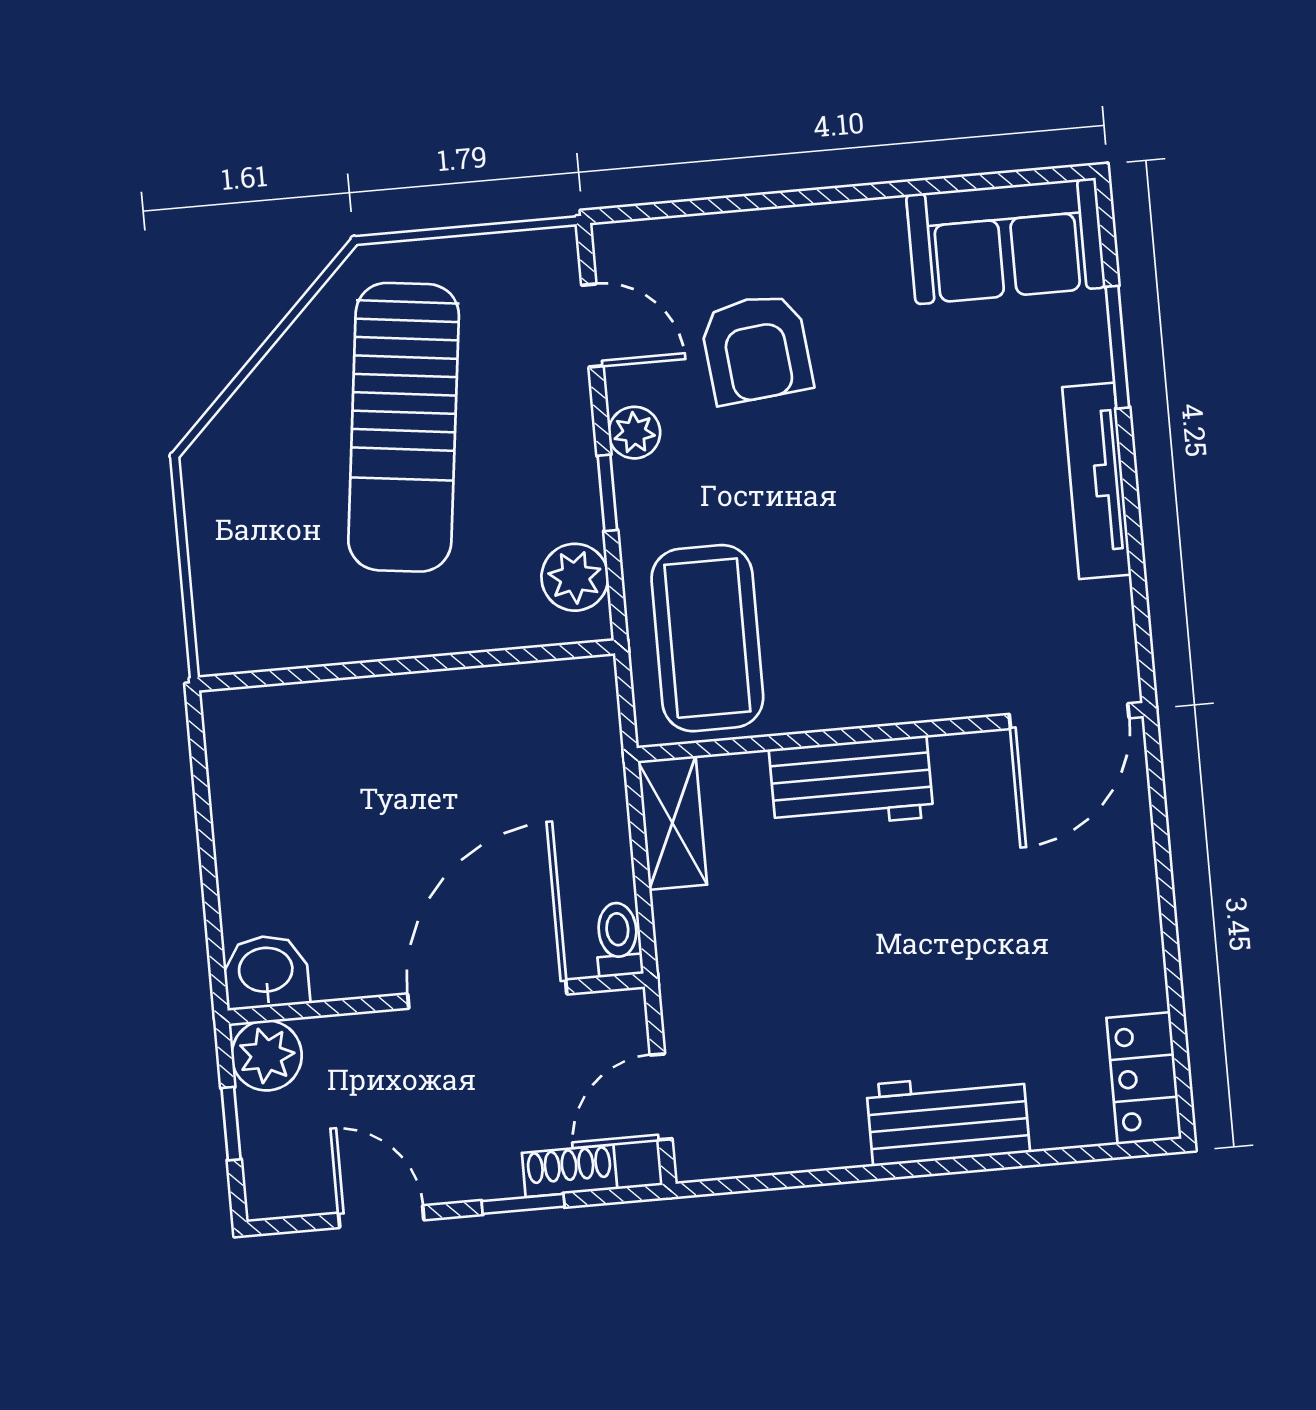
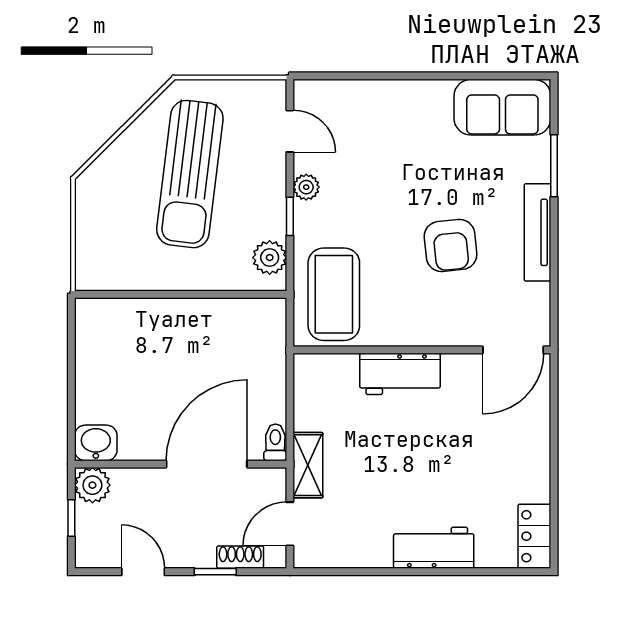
armchair: (756, 348) -> (451, 245), moved
shelving: (672, 823) -> (308, 465), moved

